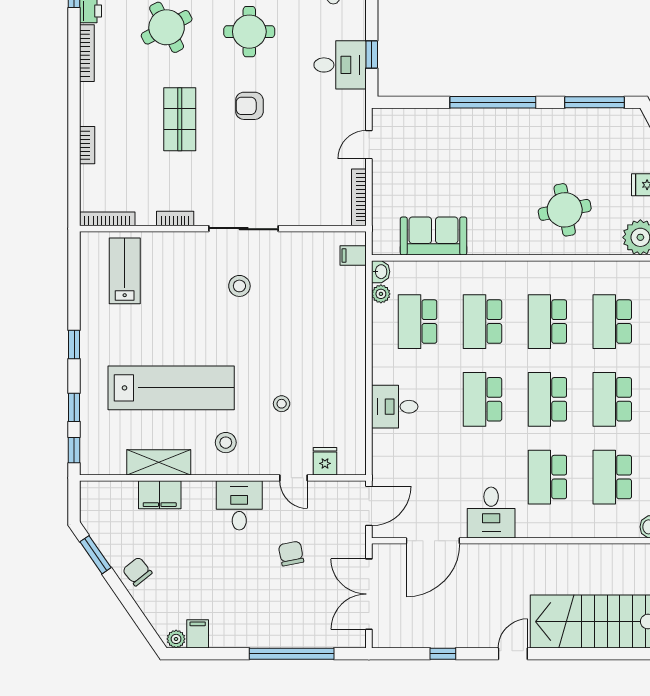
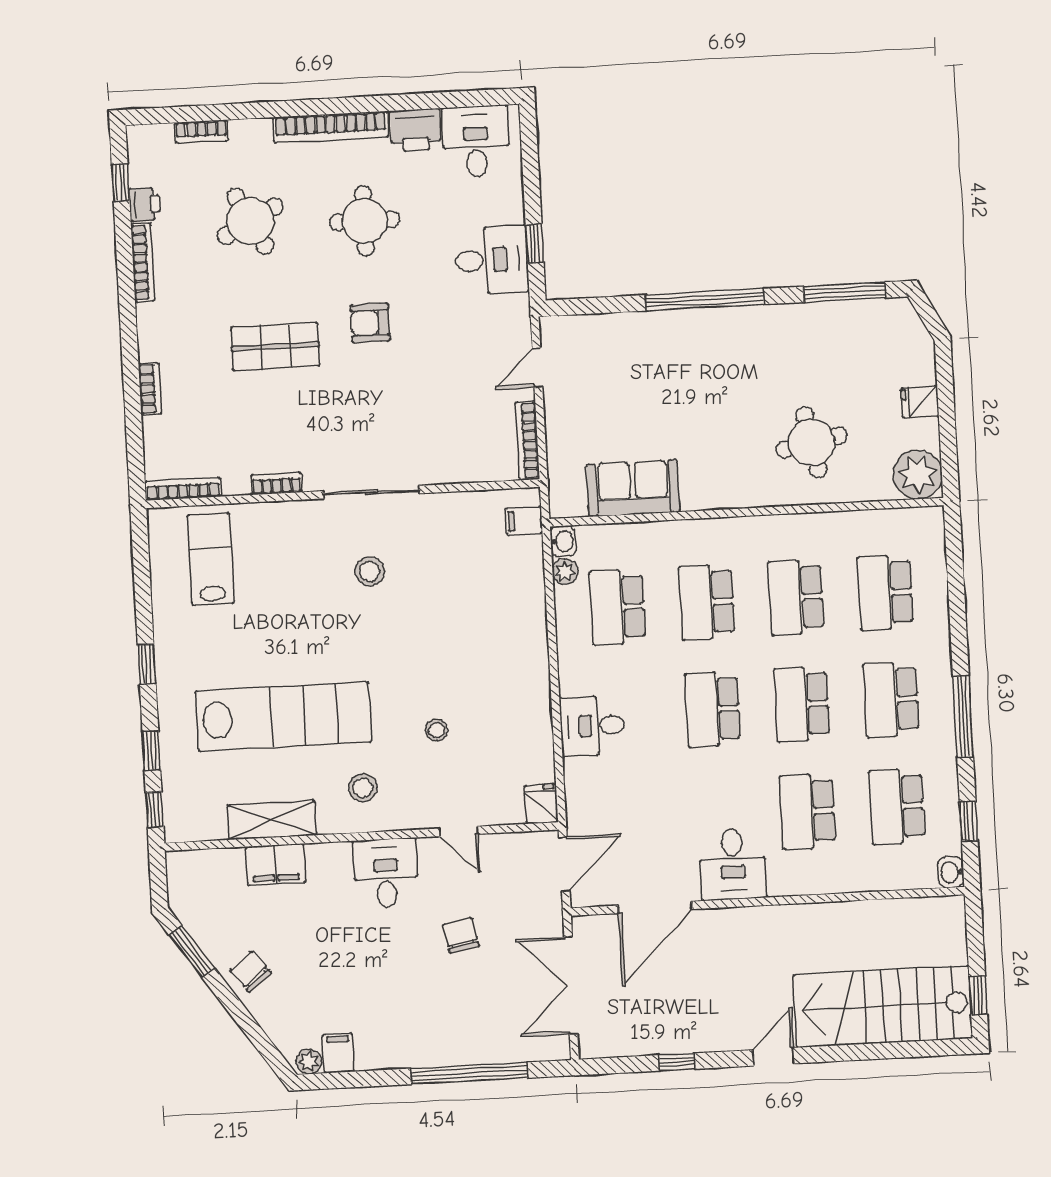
shop shelf: (180, 119) -> (275, 347), turned 90
fridge: (325, 461) -> (541, 804), moved

